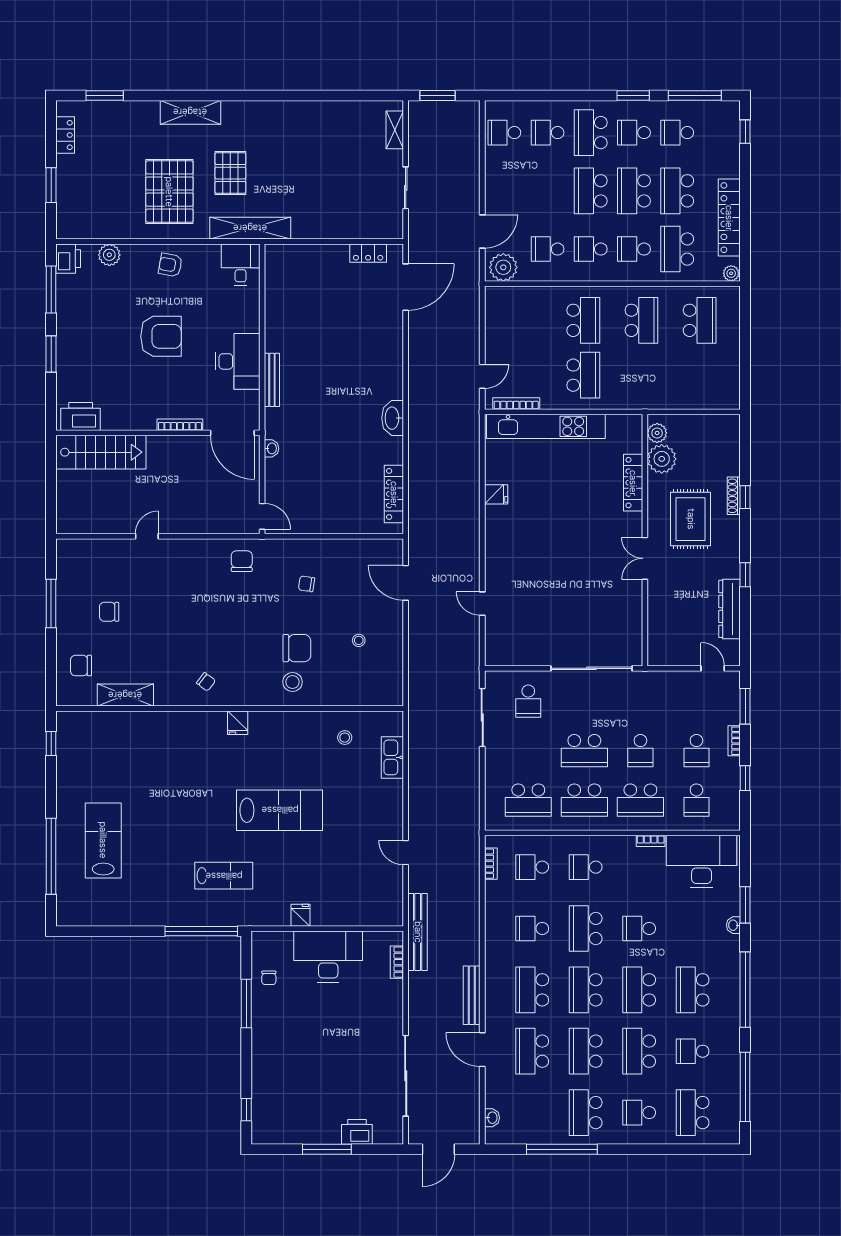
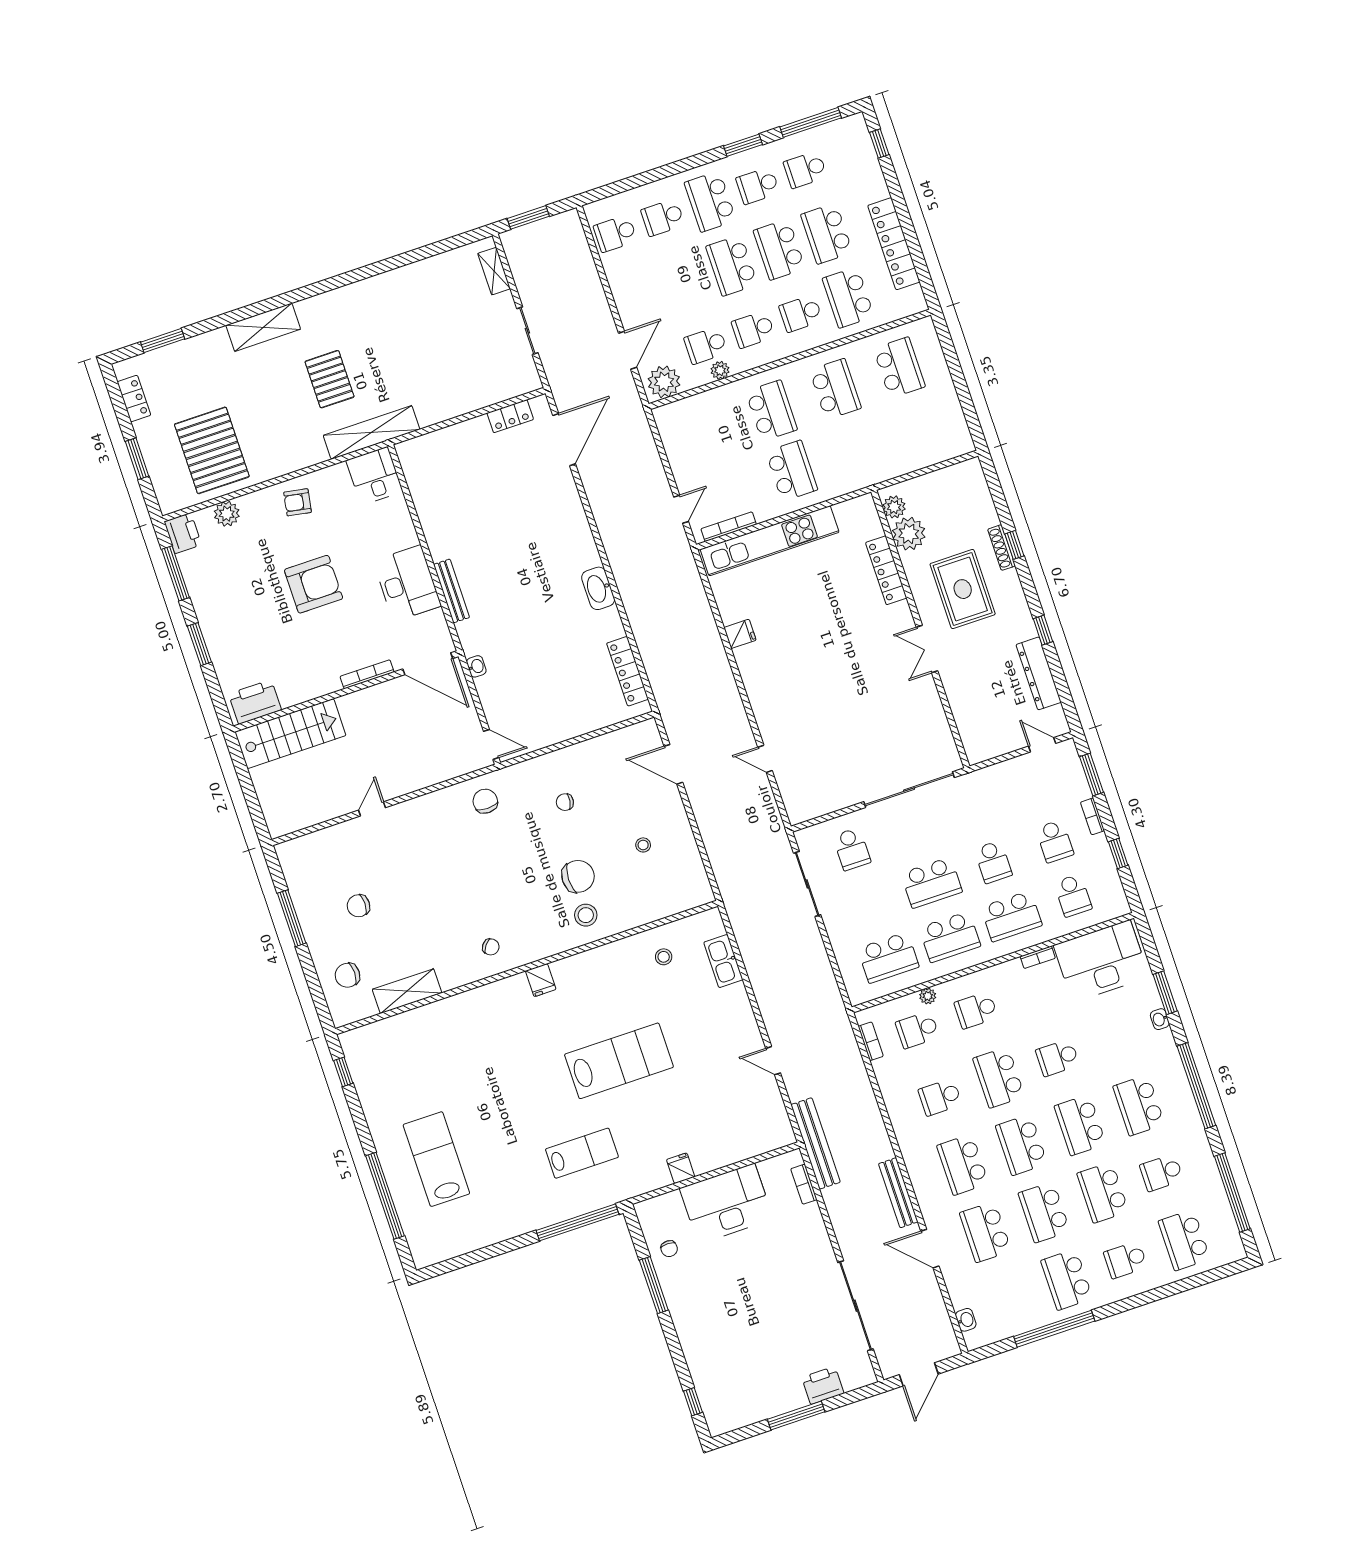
pallet: (169, 192) -> (212, 450), moved
plant: (731, 273) -> (720, 370), moved
plant: (550, 842) -> (928, 996), added

